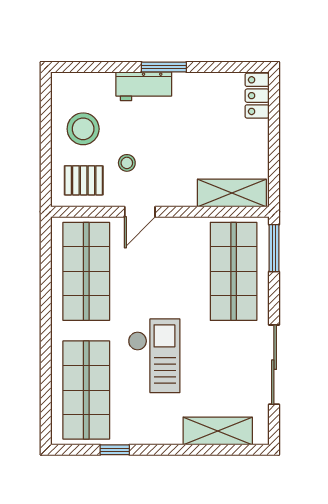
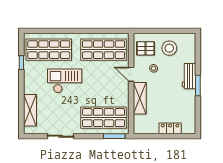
locker: (257, 96) -> (170, 128), moved
pallet: (84, 180) -> (146, 48), turned 90
shelving: (232, 193) -> (140, 98), moved
checkout: (154, 356) -> (65, 81), turned 180
sliding door: (274, 365) -> (61, 136), width x0.73

